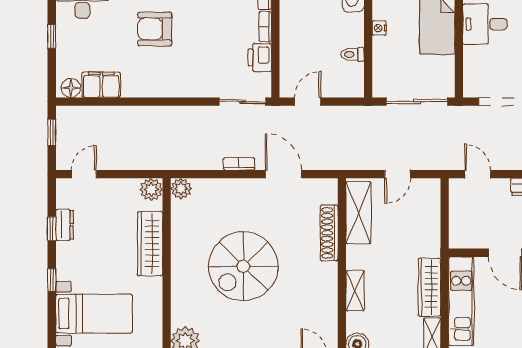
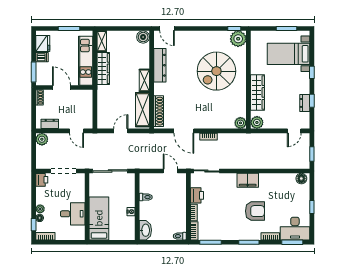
filing cabinet: (101, 85) -> (248, 180), moved
door: (308, 102) -> (170, 171), swing flipped
shoe rack: (329, 233) -> (159, 111), moved
spiral stairs: (243, 266) -> (216, 71), moved, turned 180
shelving: (355, 291) -> (144, 80), moved
dresser: (327, 293) -> (160, 65), added

